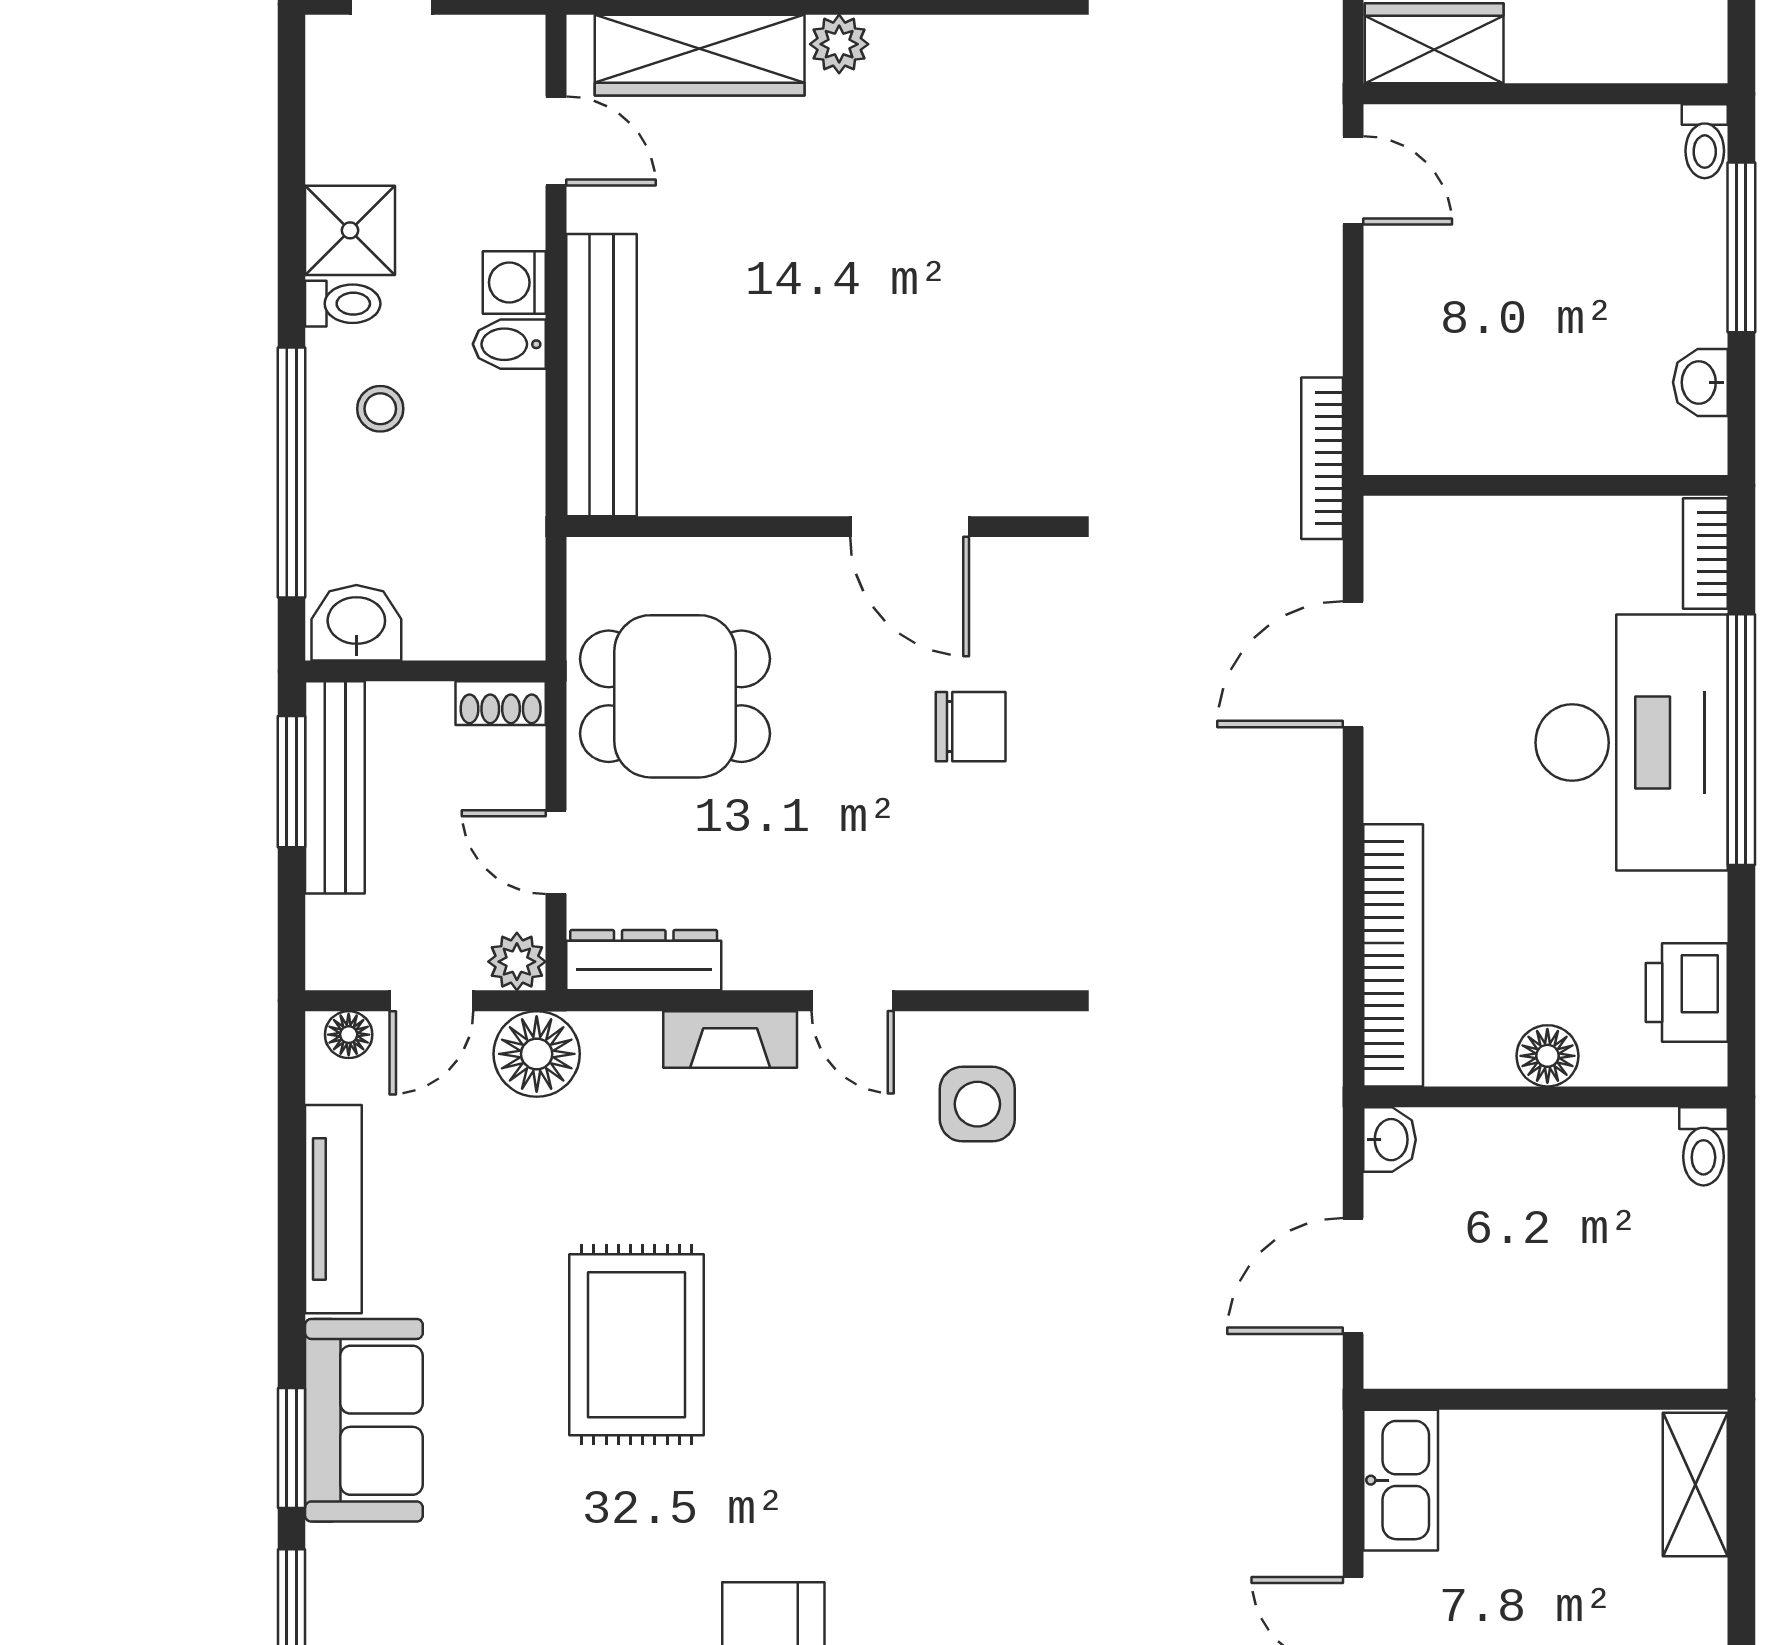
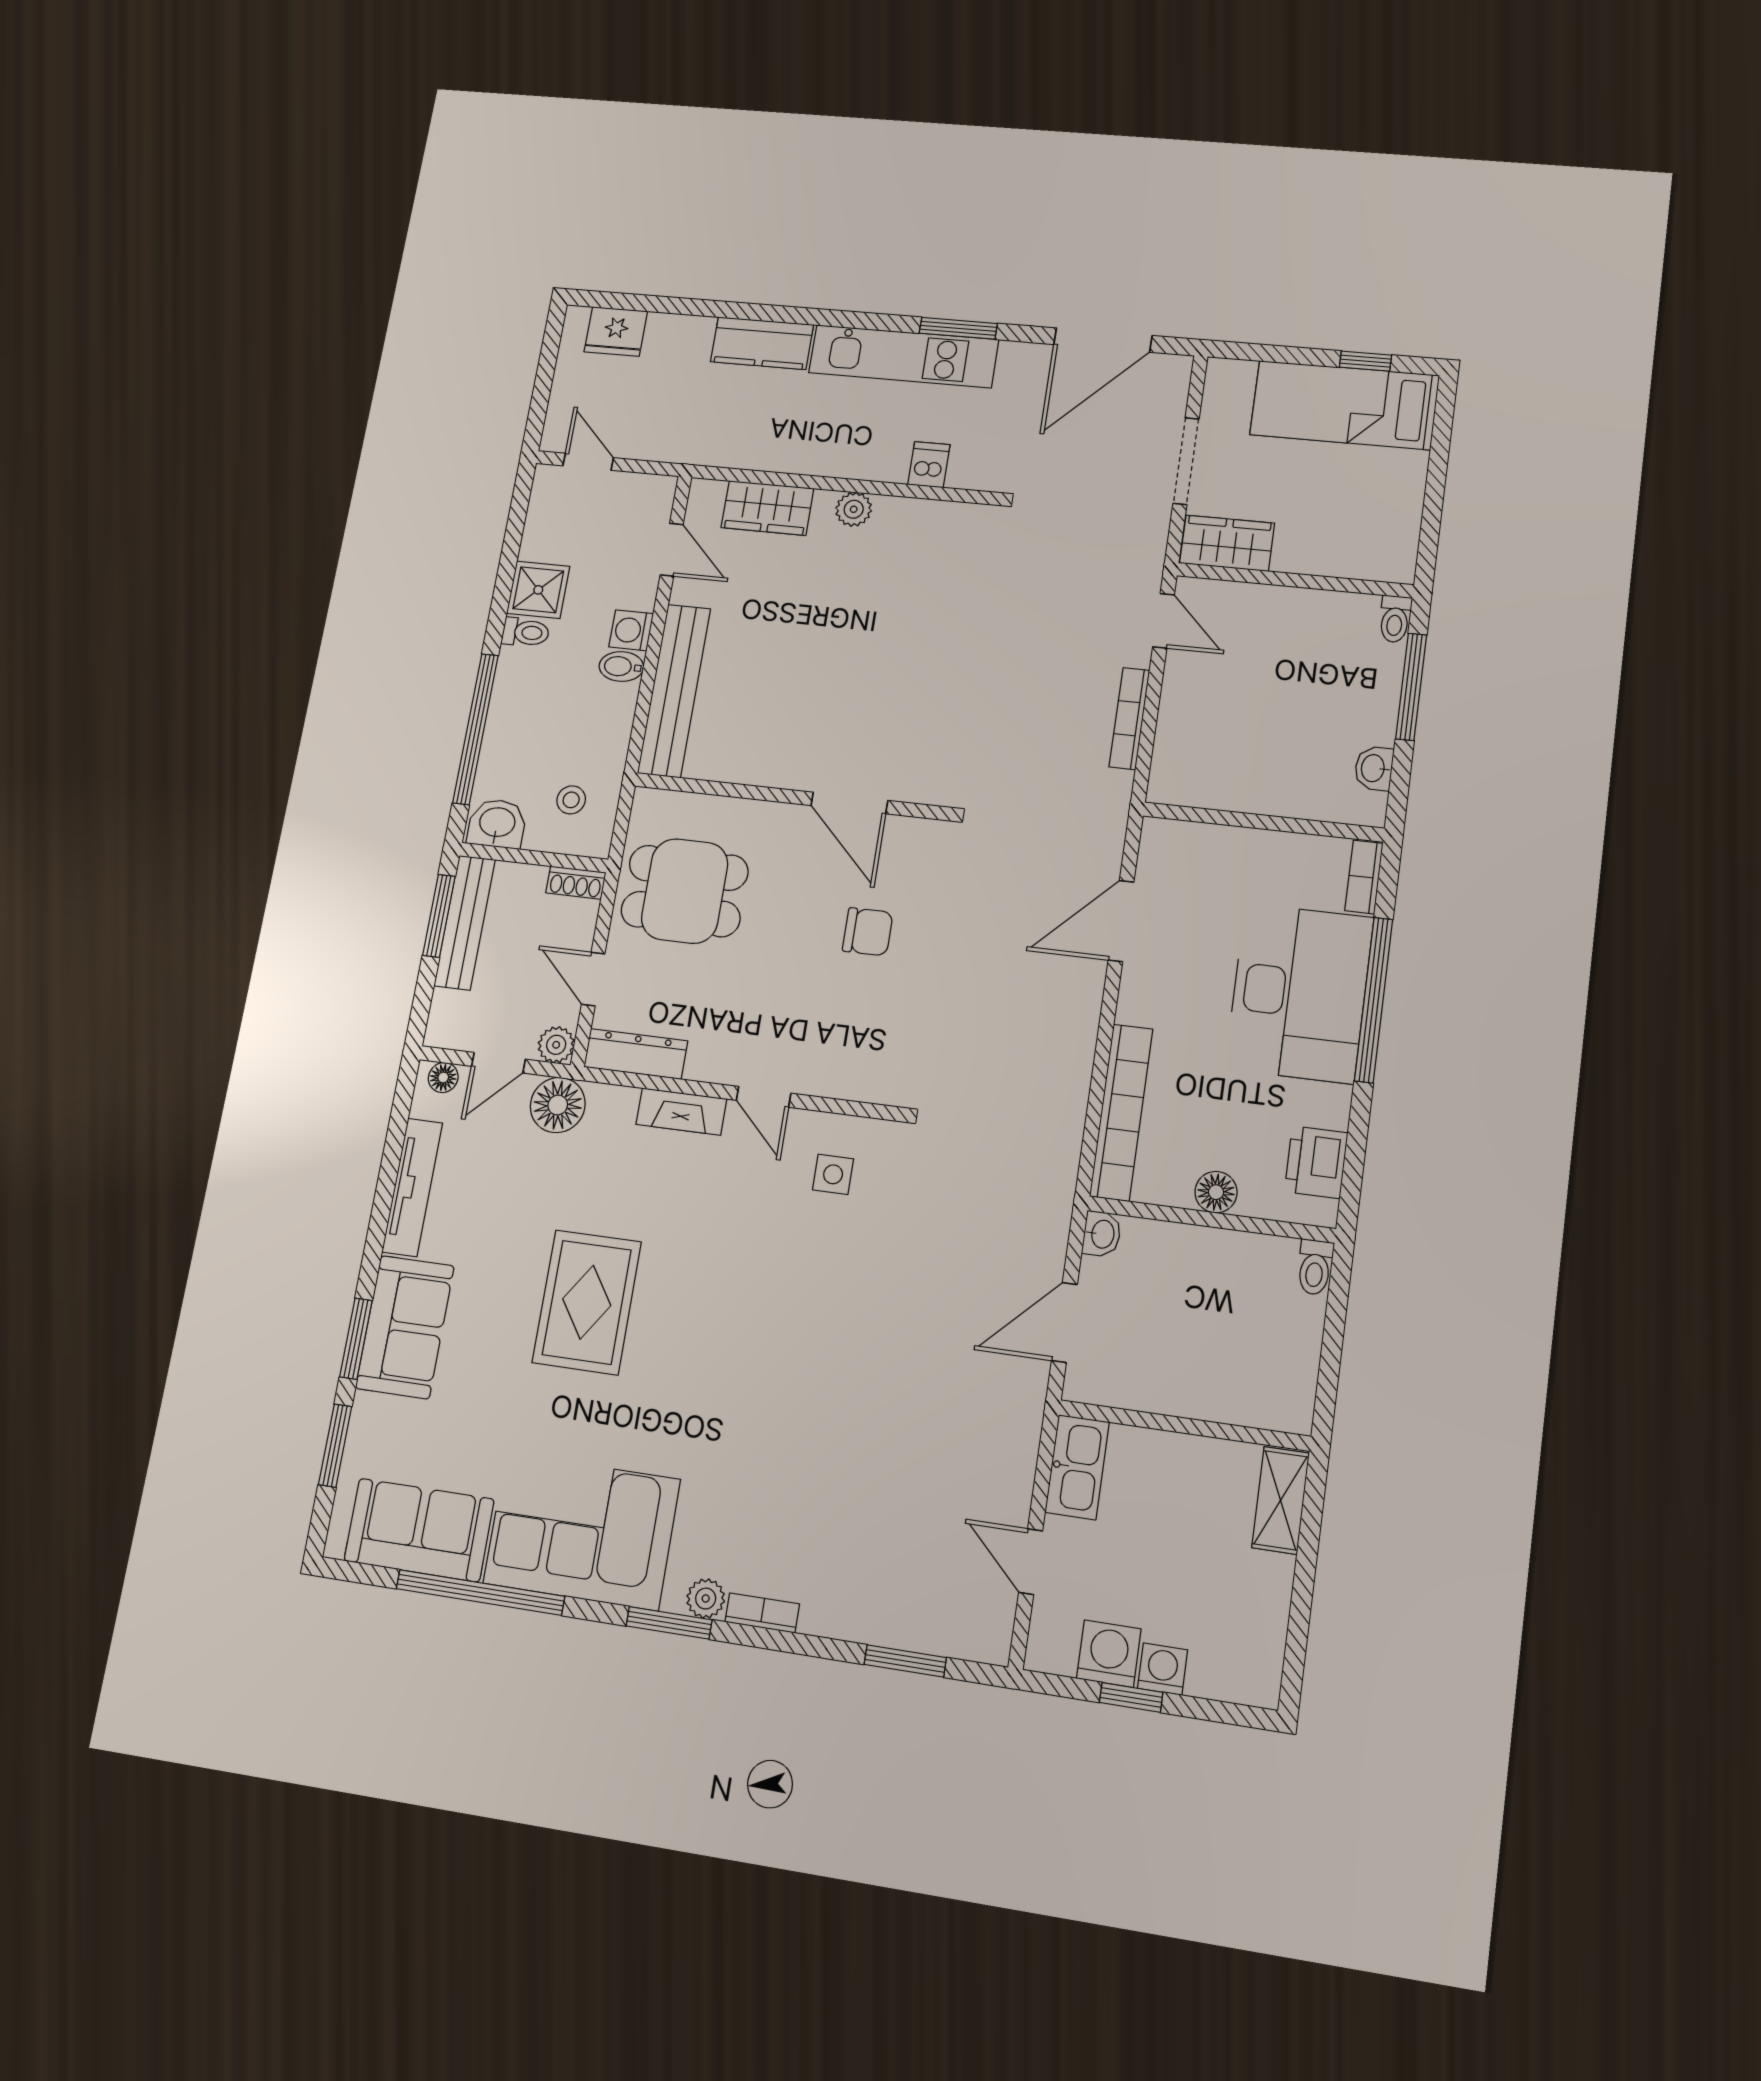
wardrobe: (700, 55) -> (767, 508), width x0.67
stool: (380, 409) -> (571, 800), moved
bookcase: (1322, 458) -> (1129, 718), moved
side table: (977, 1104) -> (833, 1174), width x0.73, depth x0.73

